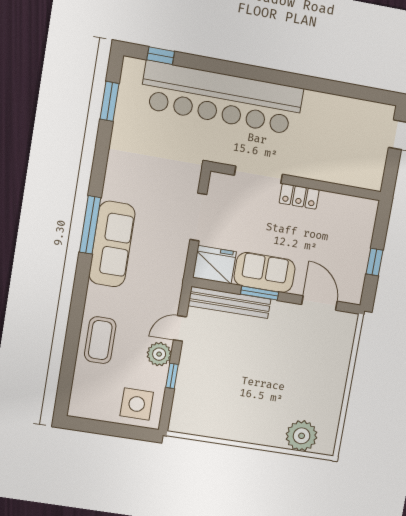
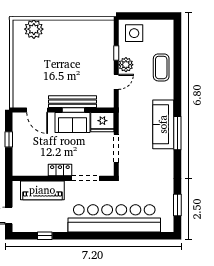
window: (161, 56) -> (45, 236), moved
piano: (334, 167) -> (42, 190), added
bench: (229, 302) -> (72, 102), moved

